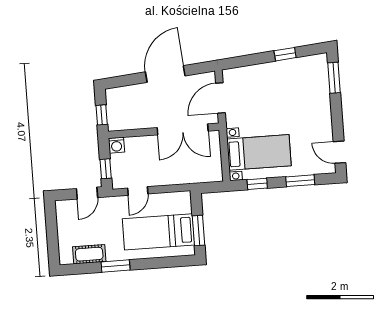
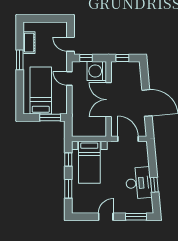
desk: (284, 78) -> (139, 183), added
double door: (183, 129) -> (109, 100), moved
washing machine: (116, 145) -> (97, 71), width x1.89, depth x1.89
door: (340, 152) -> (106, 217), moved
window: (199, 231) -> (50, 118), moved

